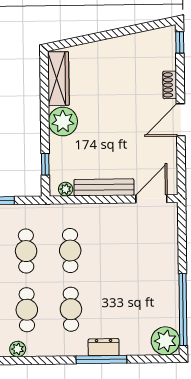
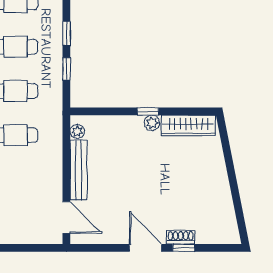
window: (180, 42) -> (184, 248), moved
plant: (63, 122) -> (152, 123), width x0.53, depth x0.53
window: (45, 164) -> (148, 111), moved

